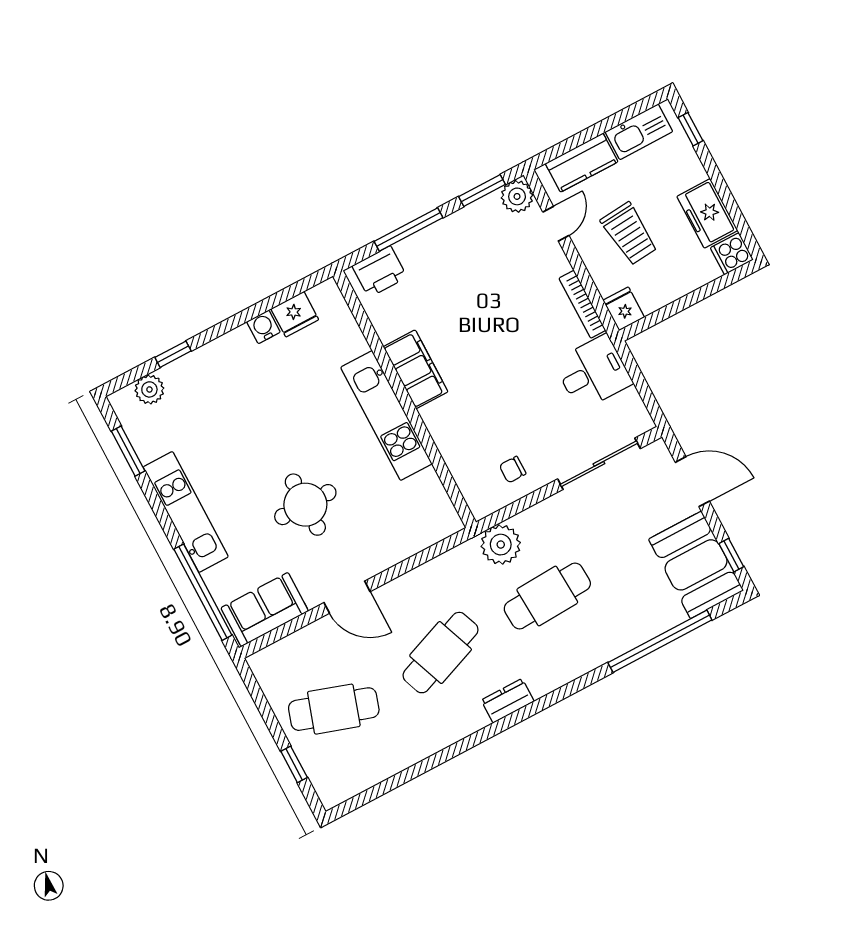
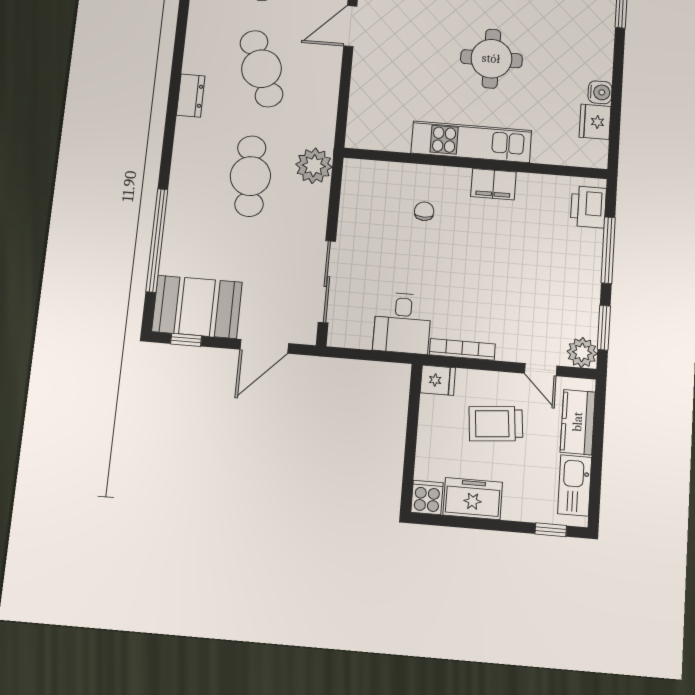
filing cabinet: (416, 369) -> (493, 184), width x0.67, depth x0.86
chair: (513, 470) -> (424, 211), moved
round table: (305, 505) -> (491, 59), moved

